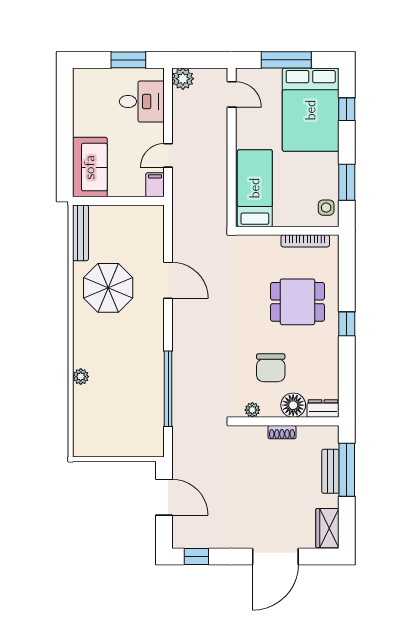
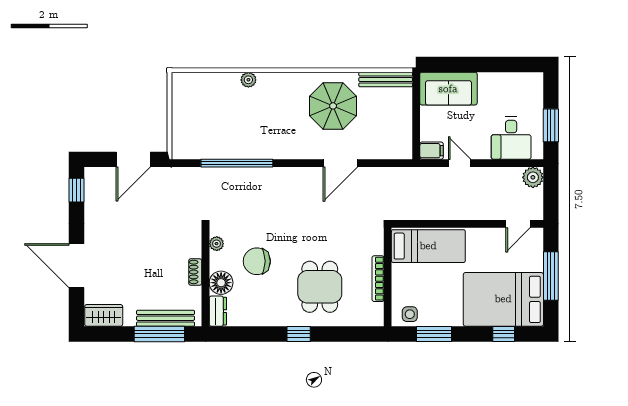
bookcase: (305, 241) -> (378, 279), moved
bench: (330, 471) -> (166, 318), width x1.36

